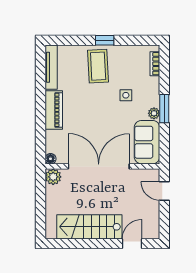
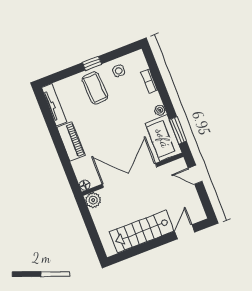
bookcase: (155, 64) -> (149, 81), moved
side table: (126, 95) -> (119, 71), moved
window: (164, 109) -> (178, 130), moved

